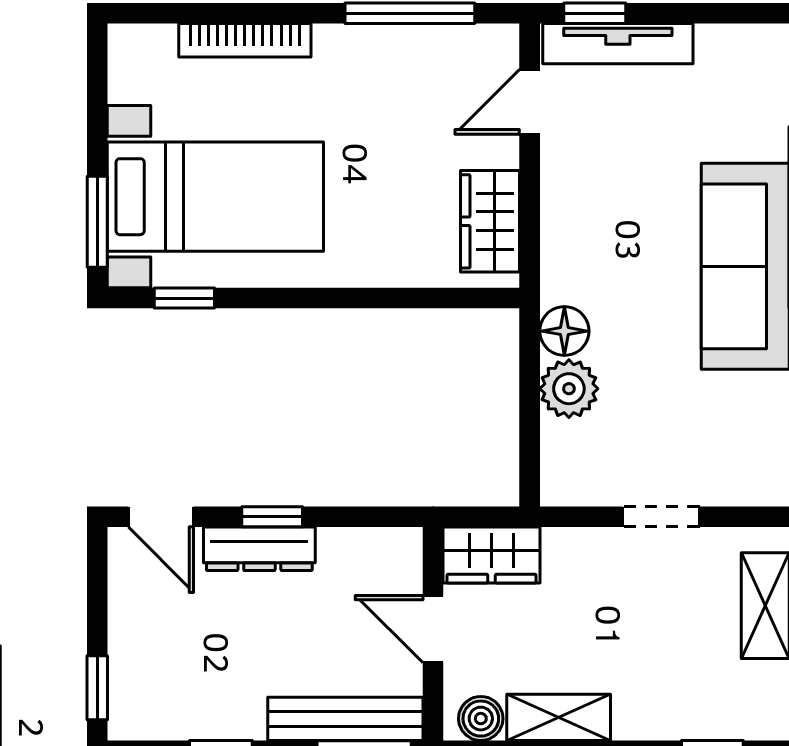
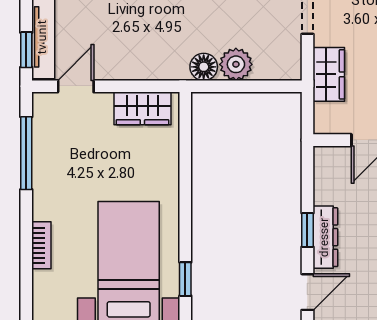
bookcase: (245, 40) -> (41, 245), width x0.64
door: (530, 102) -> (76, 86), swing flipped
wardrobe: (491, 555) -> (329, 74), moved

